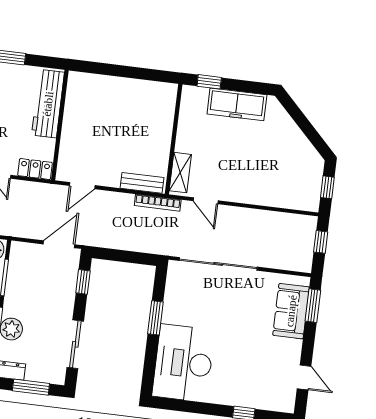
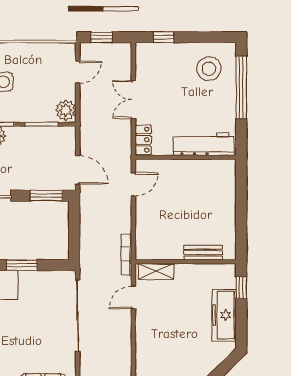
bench: (142, 183) -> (203, 253), moved, turned 90
door: (82, 186) -> (133, 184), swing flipped
window: (83, 282) -> (46, 196), width x1.50

